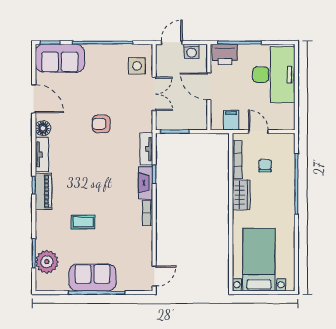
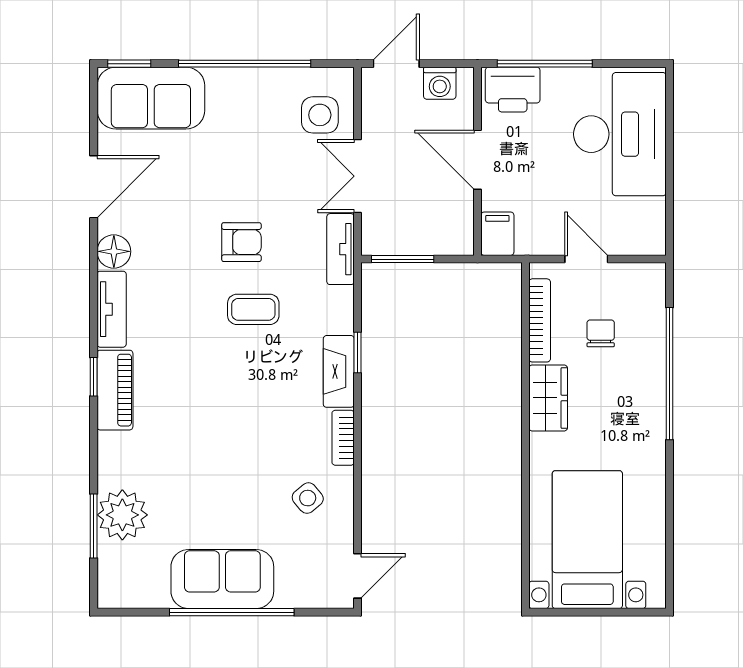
double door: (154, 94) -> (358, 176), swing flipped
door: (34, 99) -> (94, 187), hinge flipped
filing cabinet: (231, 120) -> (497, 234), moved
armchair: (101, 124) -> (241, 242), turned 180
tv unit: (146, 149) -> (341, 249), moved
coffee table: (83, 222) -> (253, 309), moved
side table: (131, 241) -> (308, 498), added
plant: (47, 262) -> (122, 515), moved

